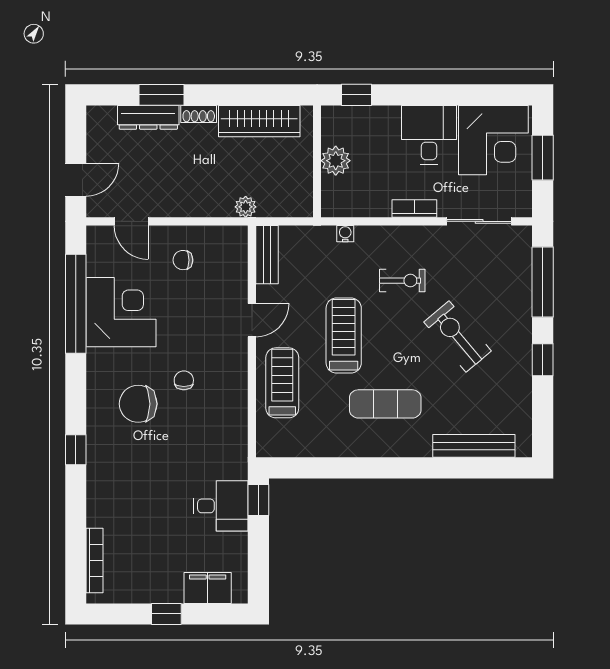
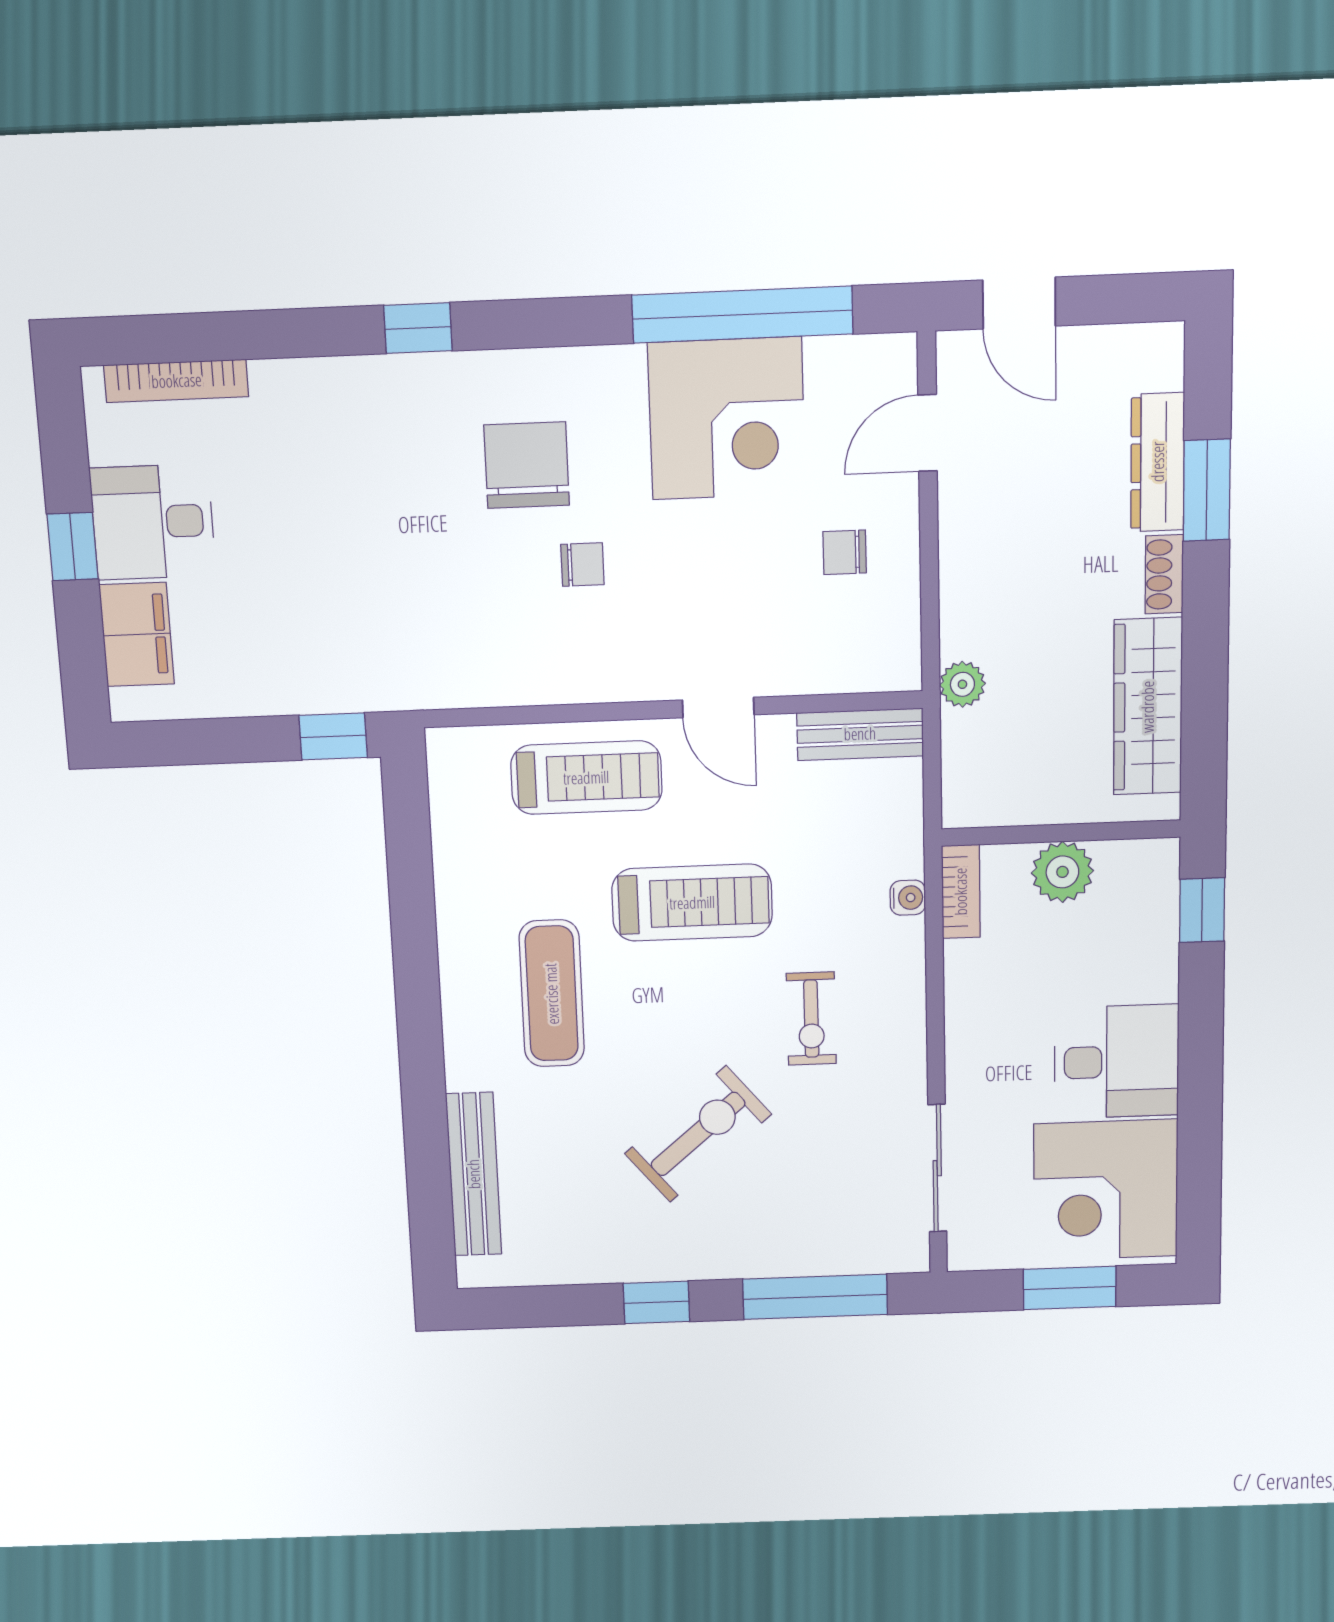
bookcase: (414, 209) -> (961, 892), moved
chair: (183, 260) -> (845, 552), turned -90
desk: (221, 506) -> (153, 522), moved, turned 90

